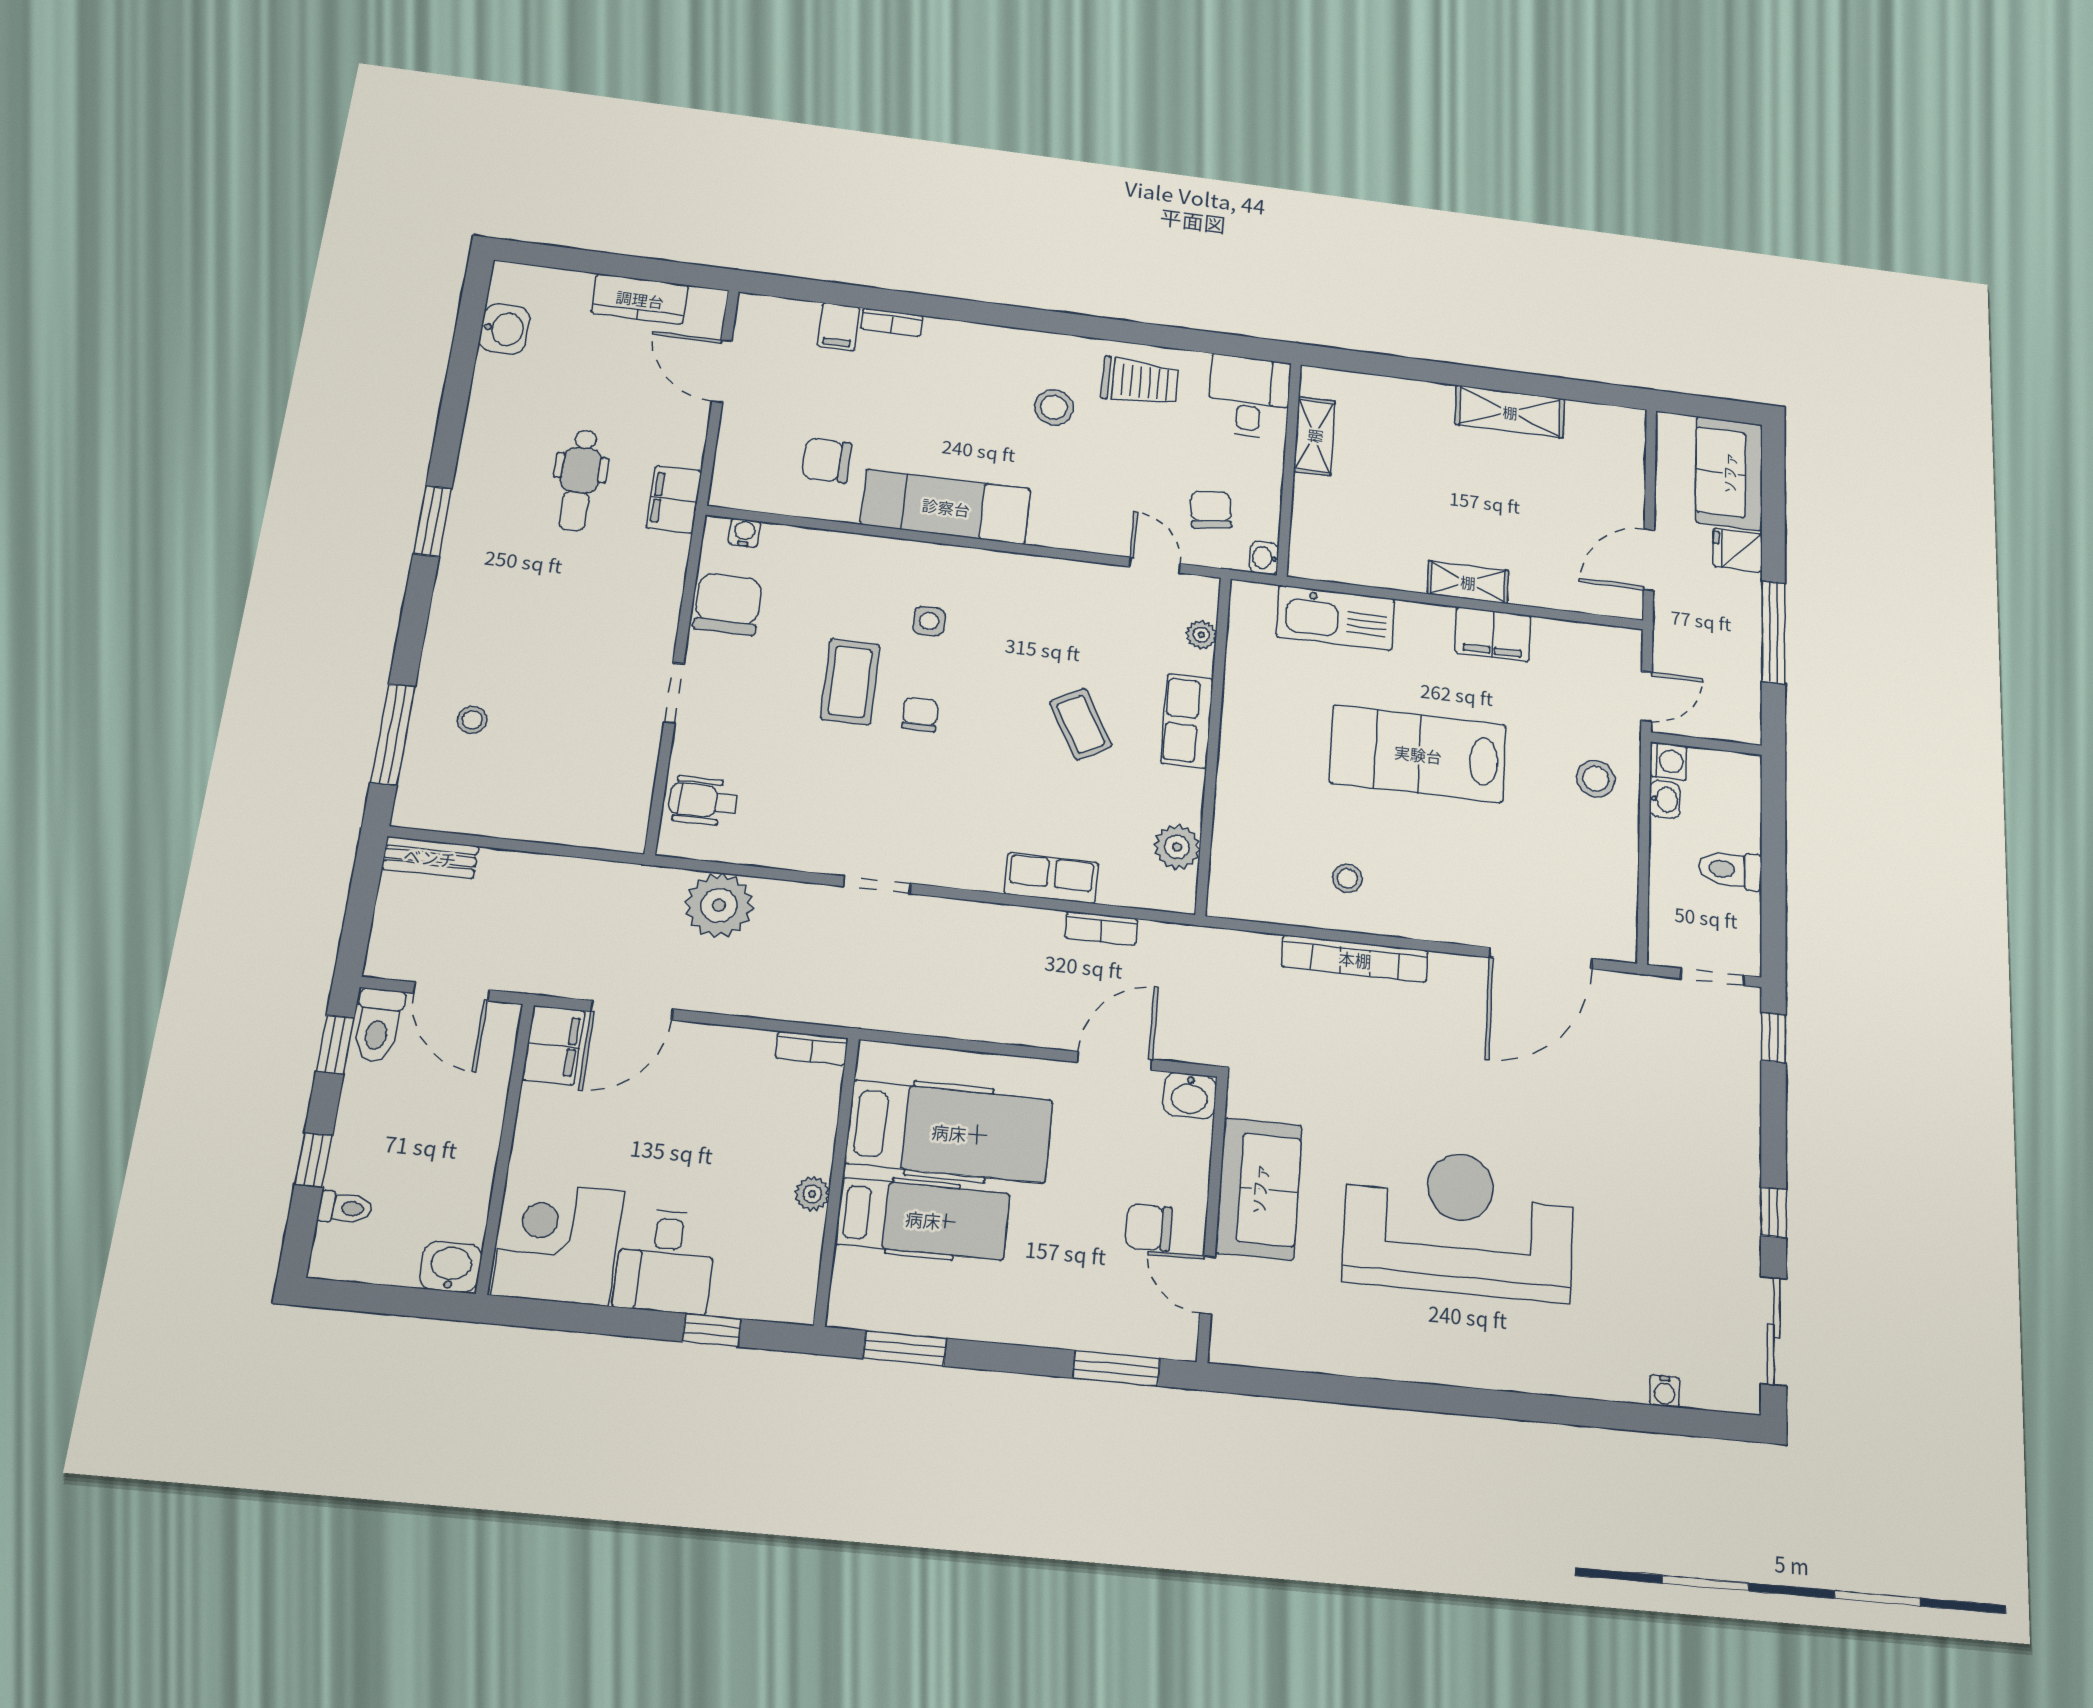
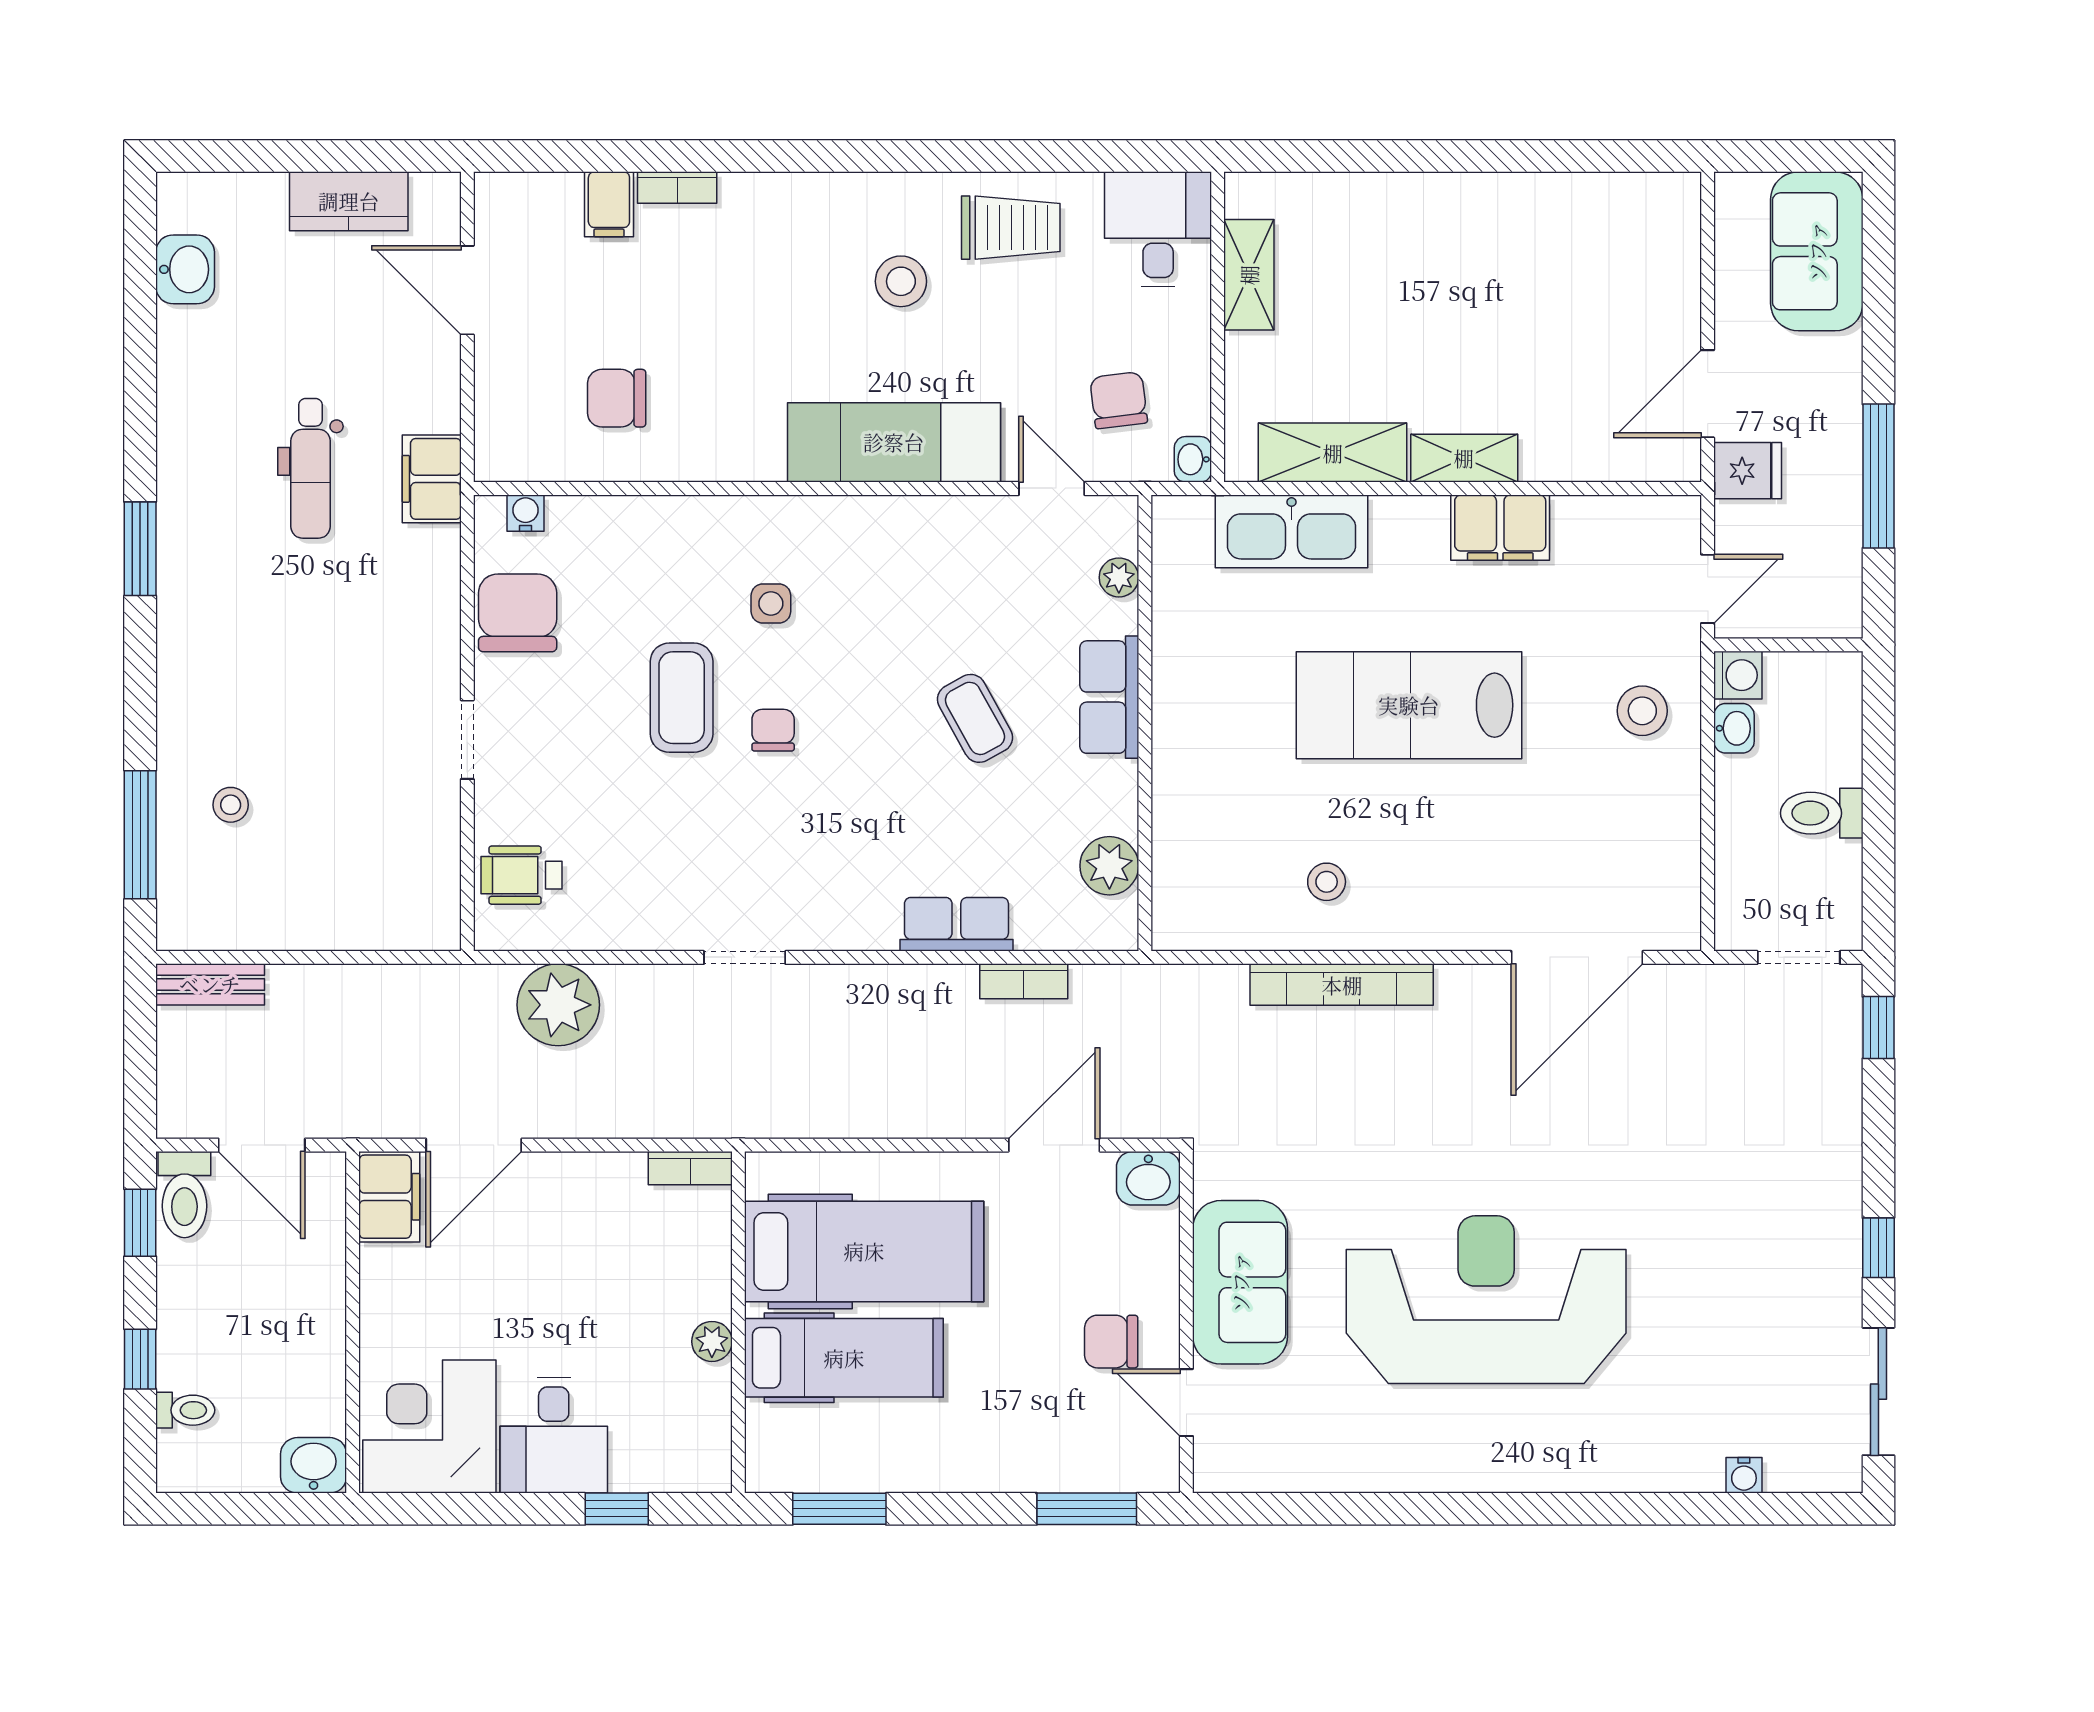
shelving: (1510, 412) -> (1333, 453), moved
exam couch: (946, 507) -> (894, 442), moved
fridge: (1738, 550) -> (1748, 471), moved, turned 180

